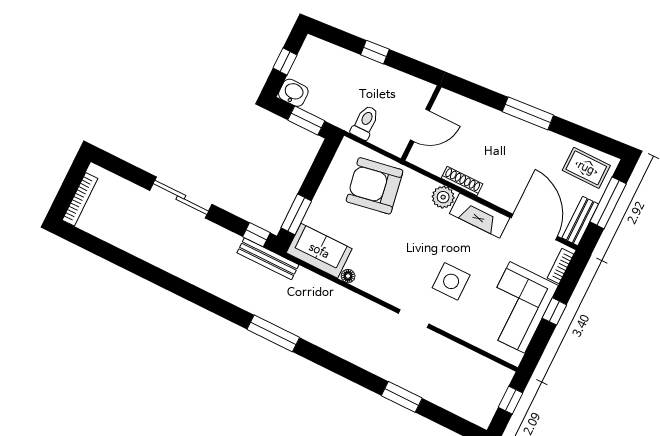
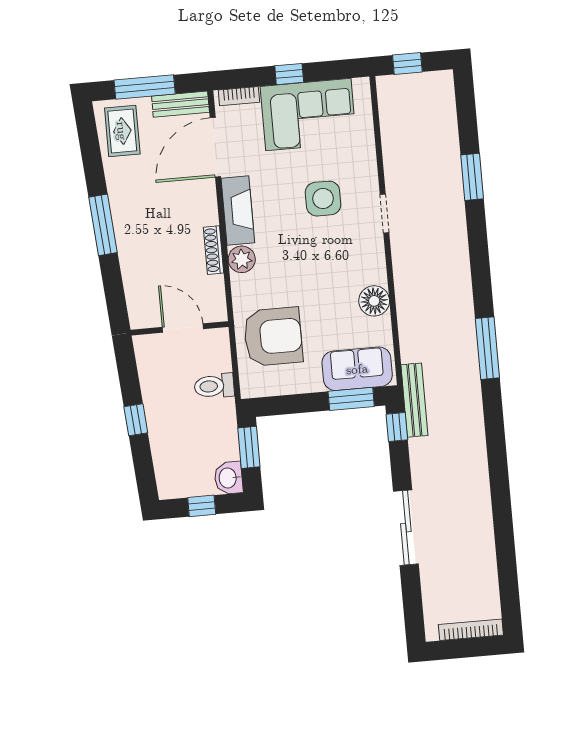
armchair: (375, 186) -> (273, 337), turned -80
sofa: (319, 251) -> (357, 369), moved, turned 90
floor lamp: (348, 276) -> (374, 301), width x1.89, depth x1.89

